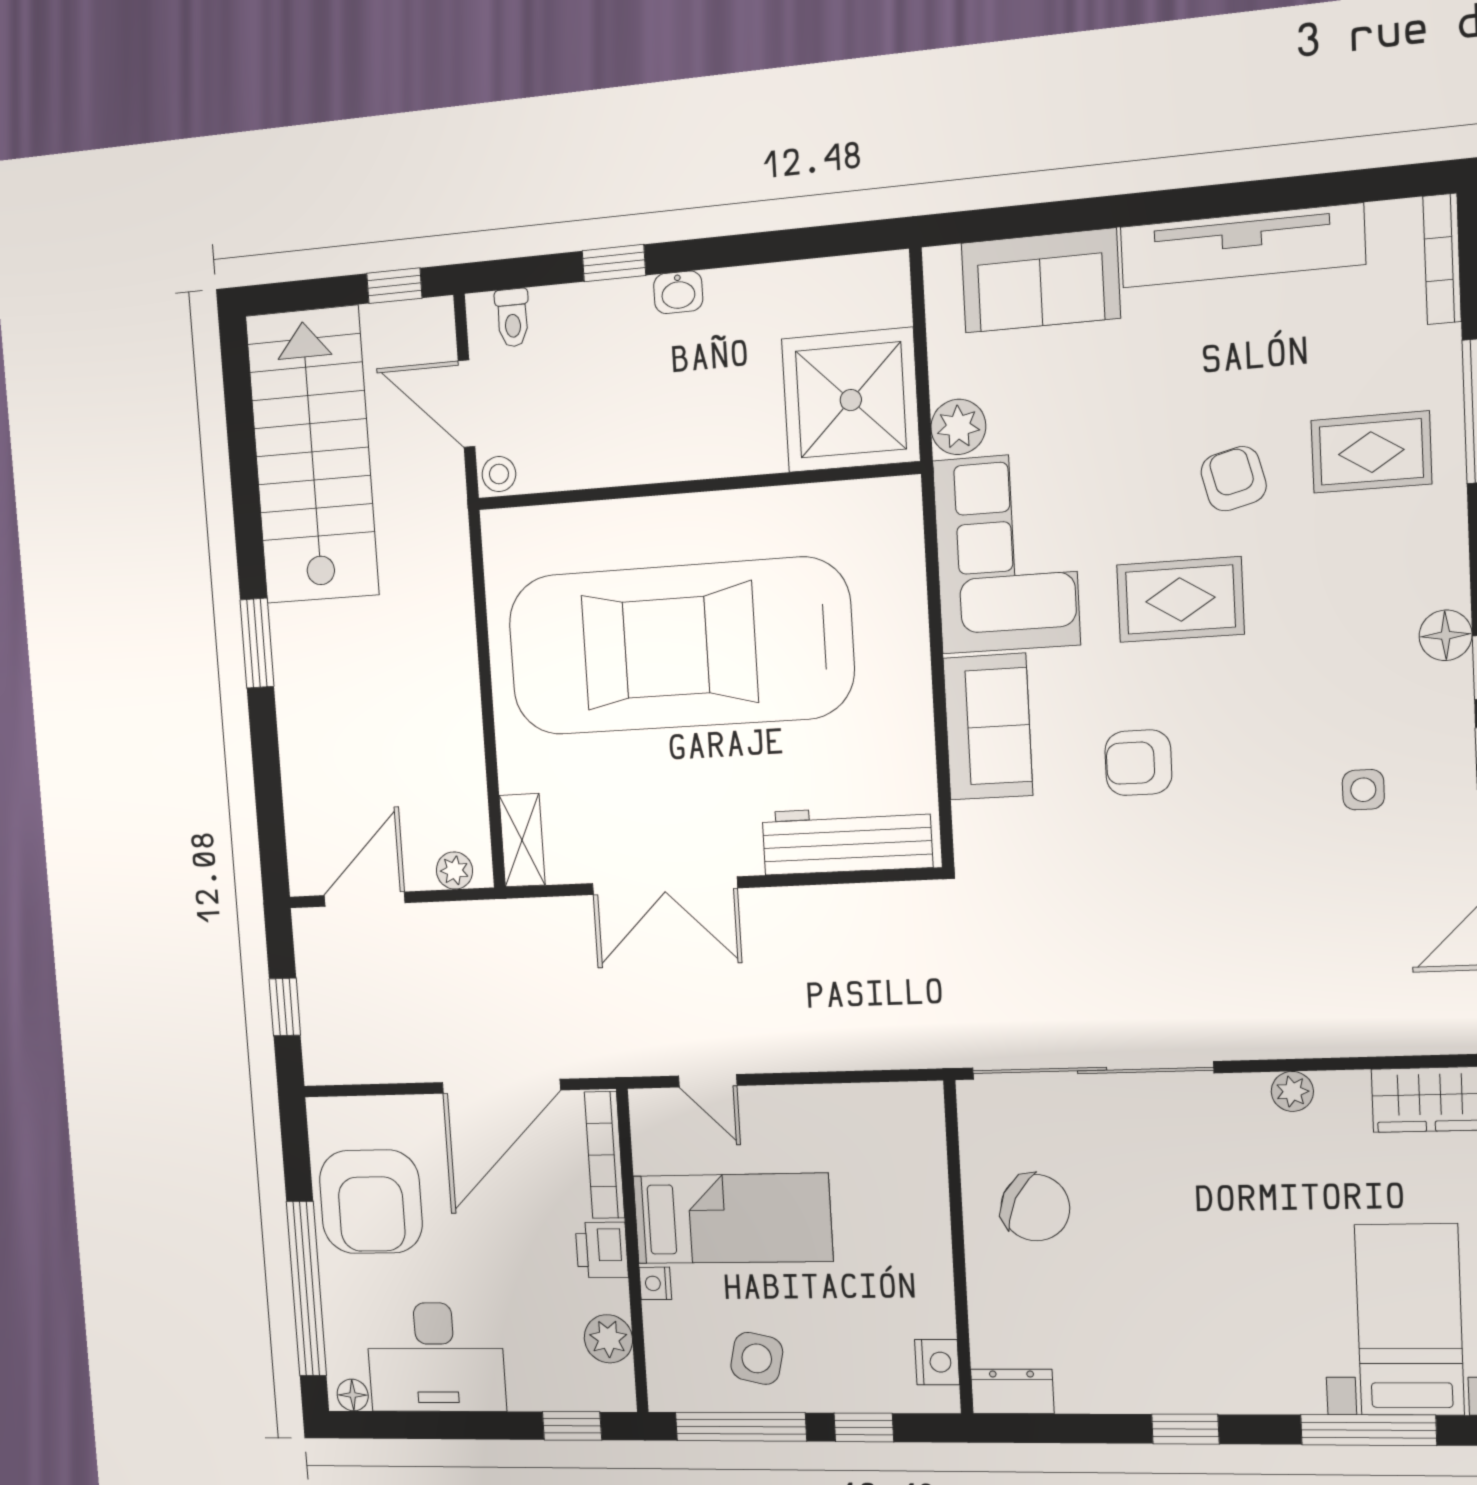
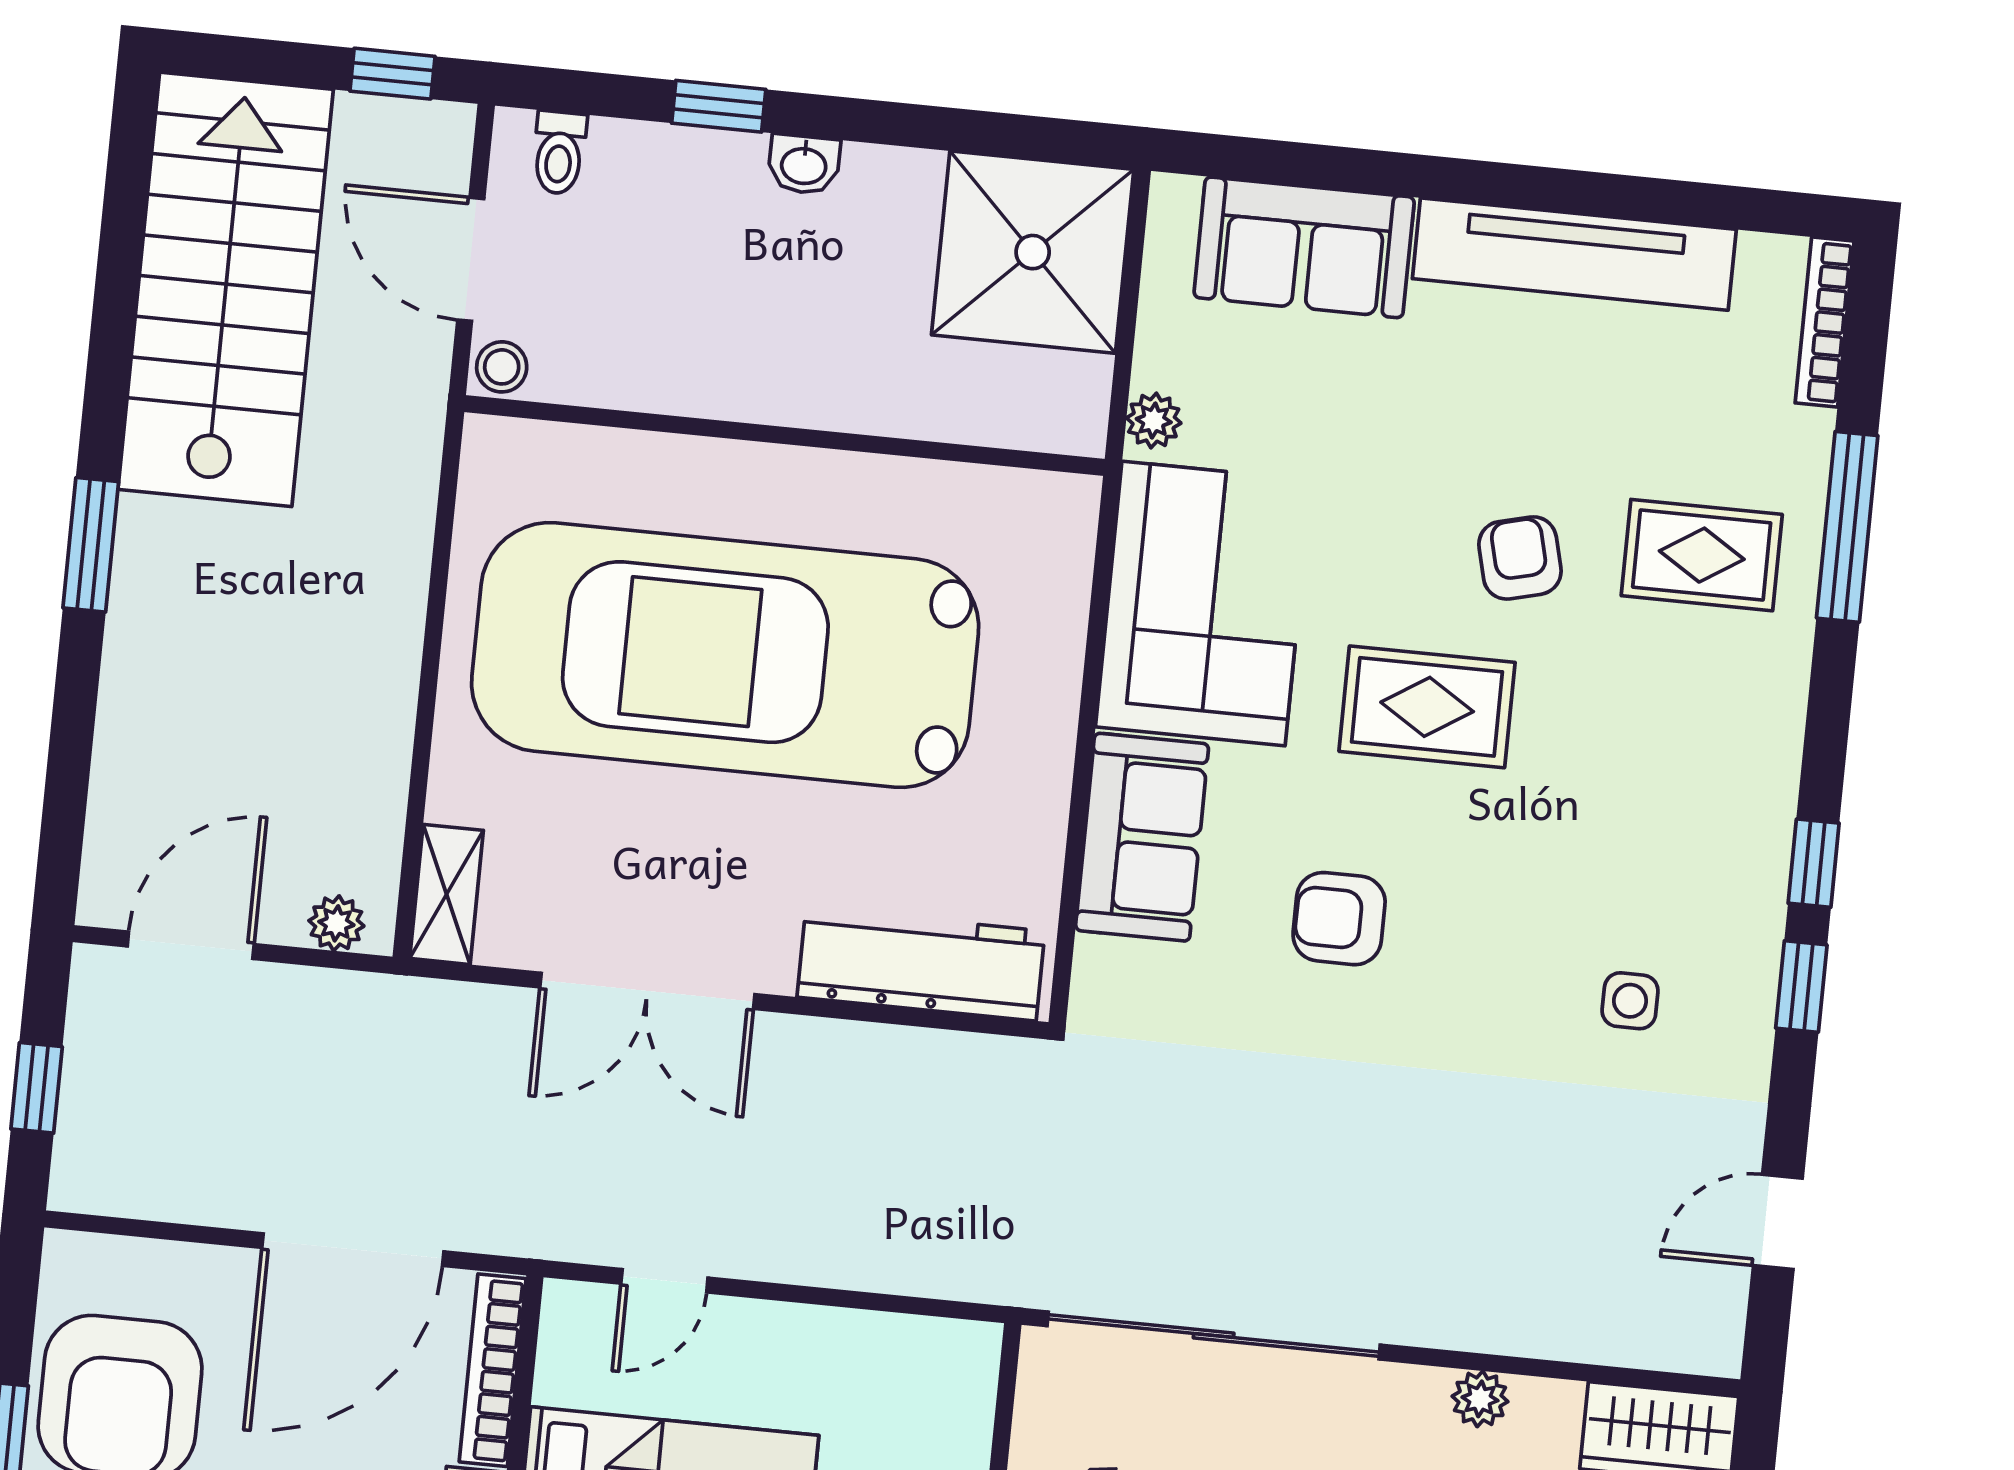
shower: (851, 400) -> (1033, 252), moved
plant: (958, 427) -> (1154, 421), width x0.73, depth x0.73
floor lamp: (1446, 635) -> (1763, 812), removed
door: (708, 1081) -> (664, 1281), hinge flipped

